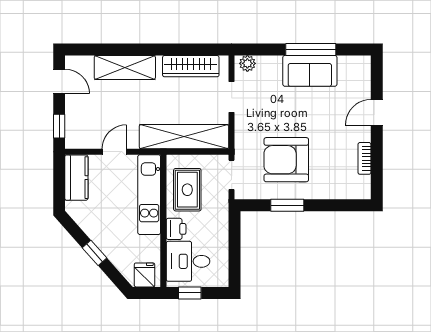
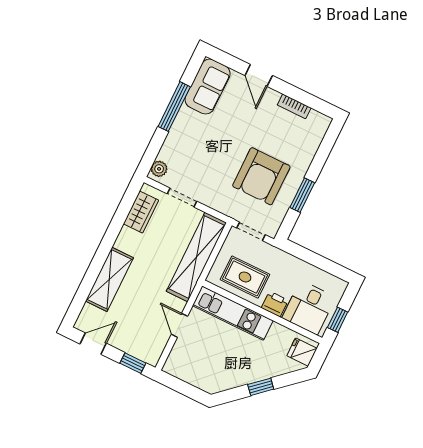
wardrobe: (191, 66) -> (141, 212), width x0.67
sofa: (310, 71) -> (208, 87), moved
kitchen counter: (76, 178) -> (186, 370), removed

